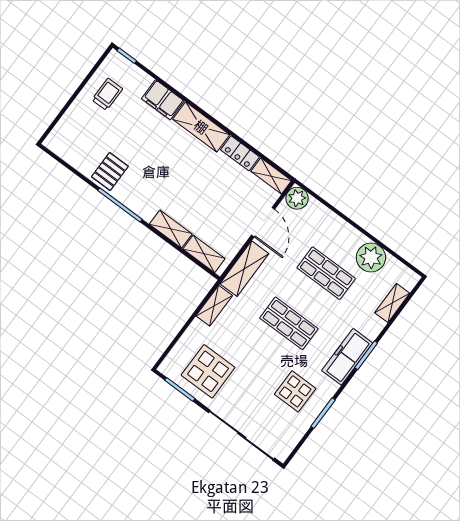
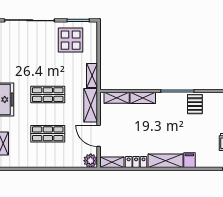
filing cabinet: (163, 100) -> (189, 160), width x0.50
plant: (371, 258) -> (31, 158), removed
display table: (295, 391) -> (19, 63), removed

